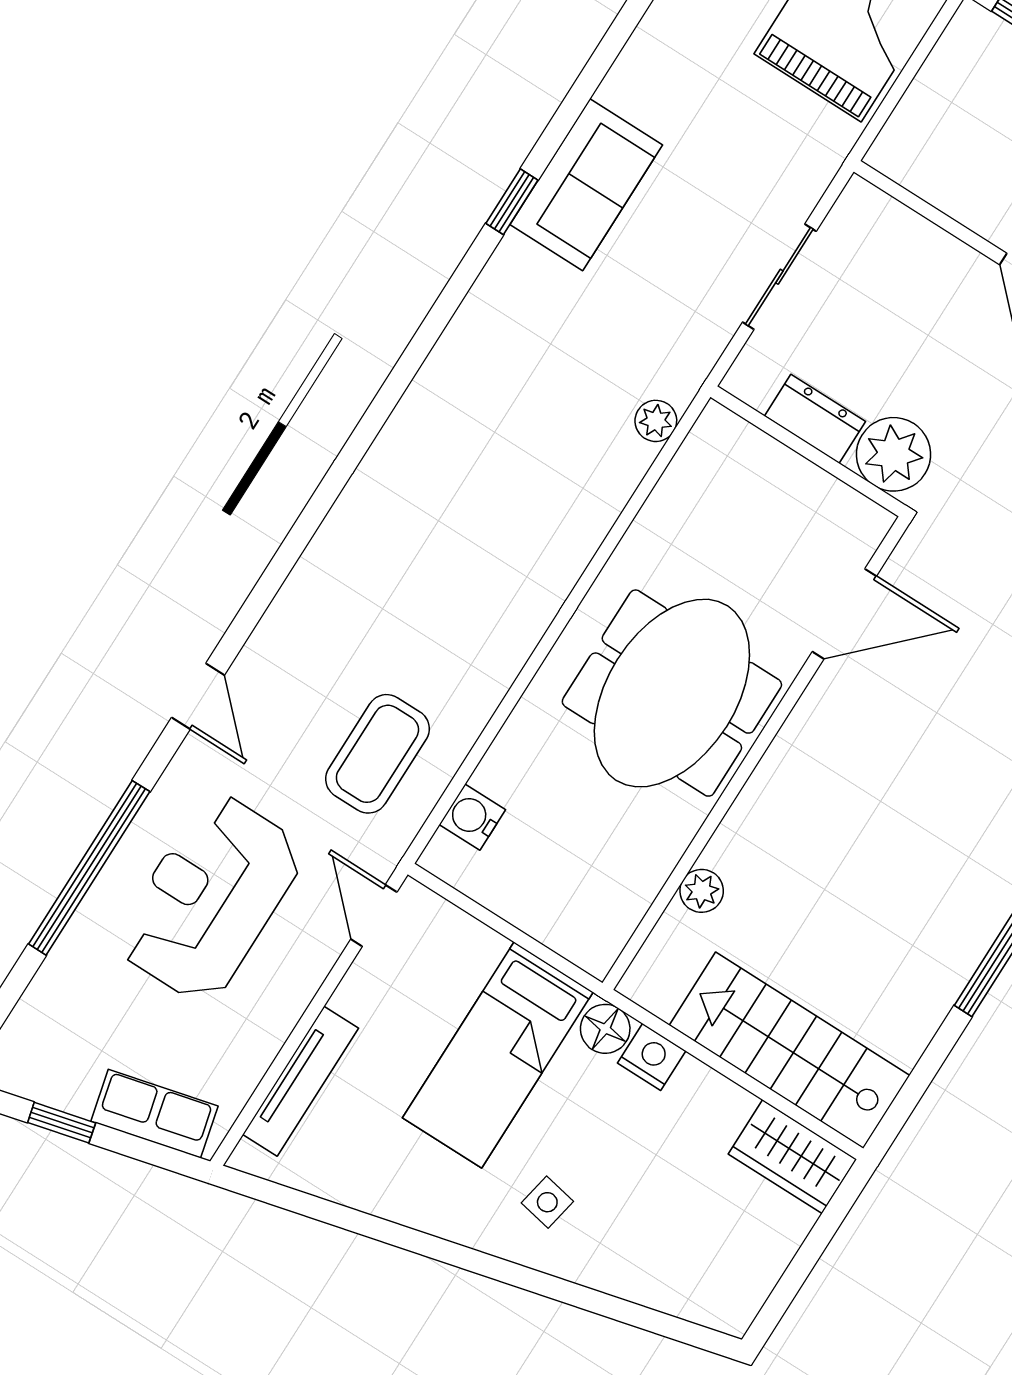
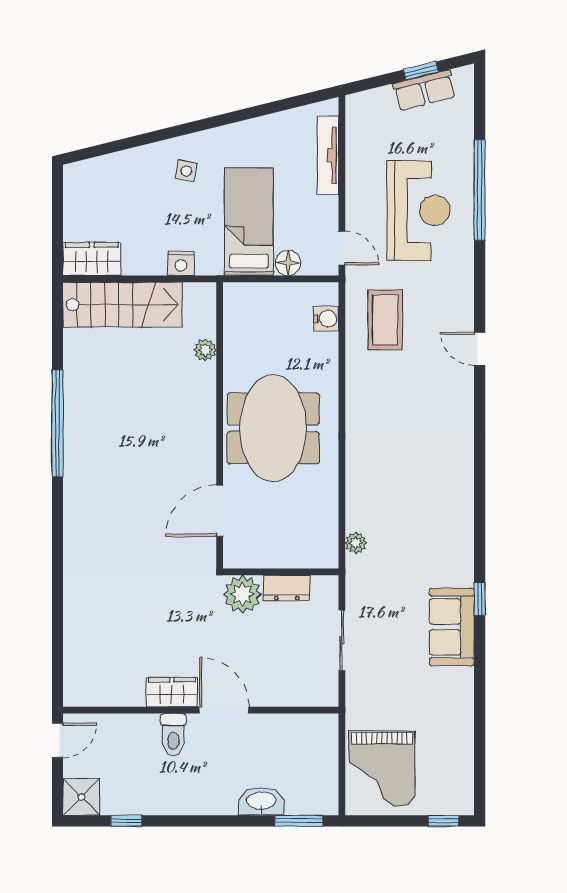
door: (198, 696) -> (480, 349), moved
floor lamp: (605, 1029) -> (288, 263), moved
row of seats: (154, 1114) -> (424, 90), moved

